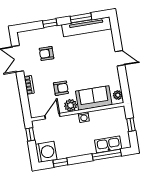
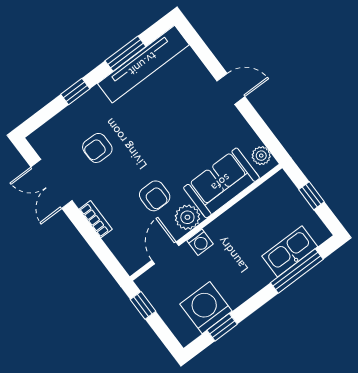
armchair: (61, 88) -> (155, 196), turned 90
washing machine: (84, 117) -> (200, 242), moved
washing machine: (46, 152) -> (206, 308), moved, turned -90

